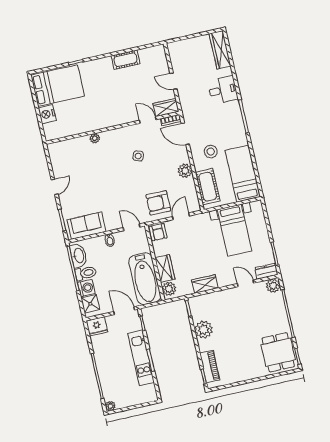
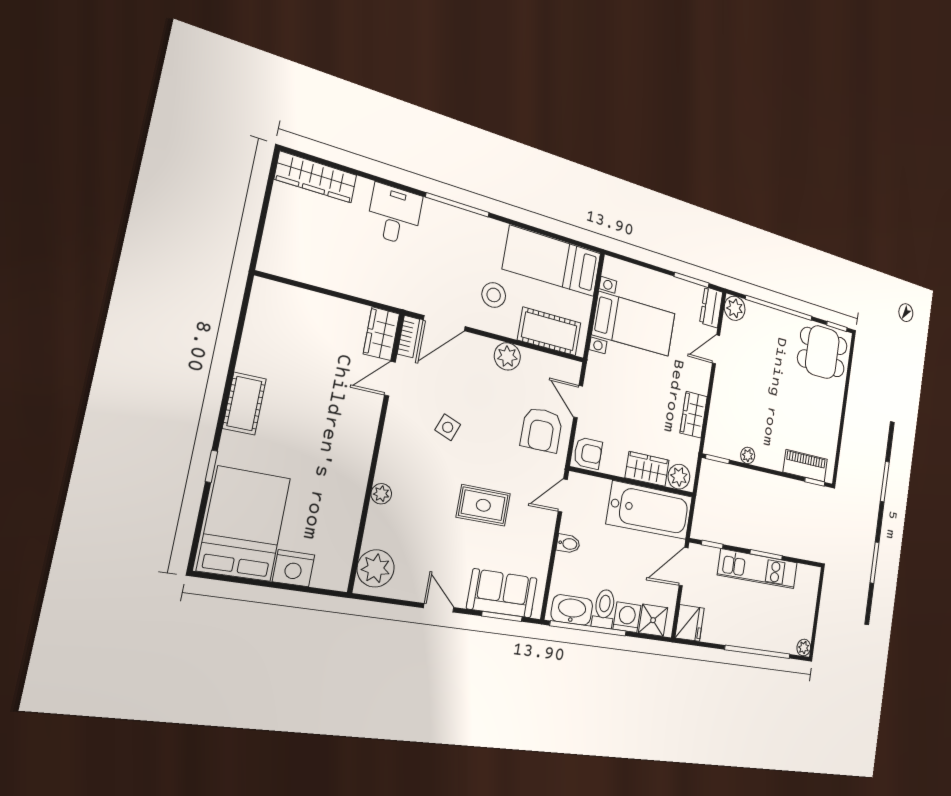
cot: (126, 60) -> (244, 404), moved
door: (173, 81) -> (337, 295), removed
plant: (61, 150) -> (376, 568), added
rug: (110, 189) -> (483, 505), added
sofa: (86, 226) -> (502, 593), moved, turned 90
plant: (204, 330) -> (748, 455), width x0.53, depth x0.53

